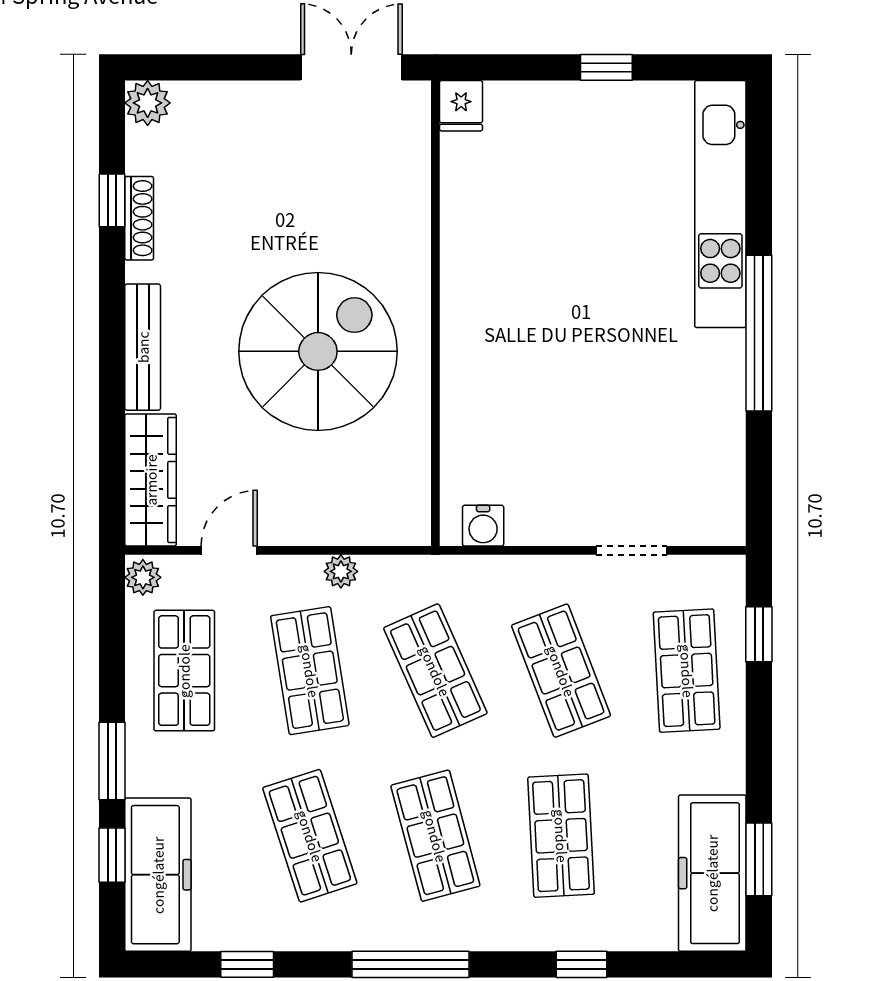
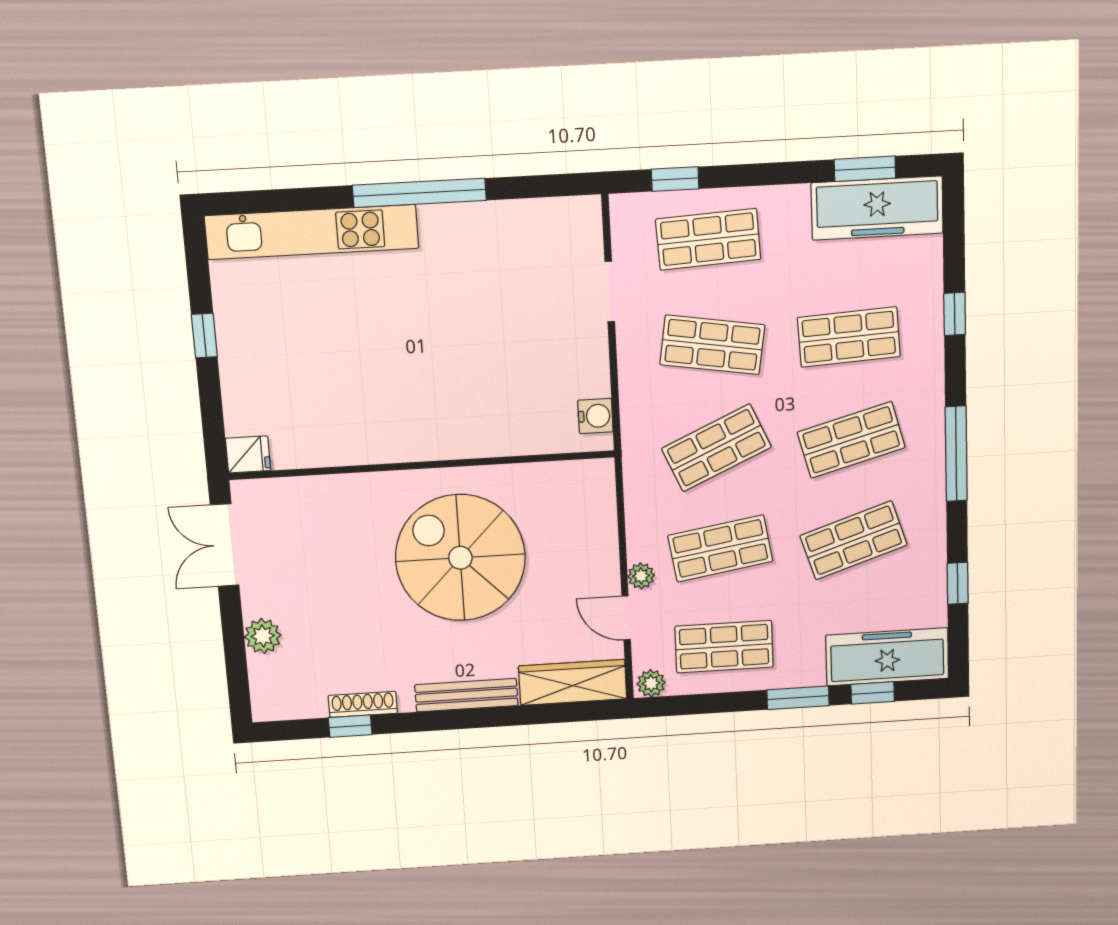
plant: (148, 103) -> (263, 636), moved
plant: (341, 571) -> (641, 576), moved
shop shelf: (561, 671) -> (712, 345), turned 30

